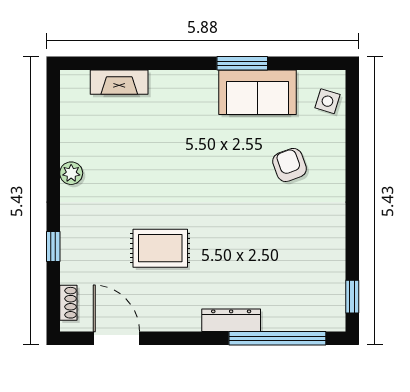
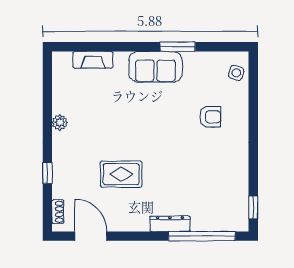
sofa: (258, 92) -> (155, 67), moved
armchair: (290, 165) -> (210, 117), turned 110

